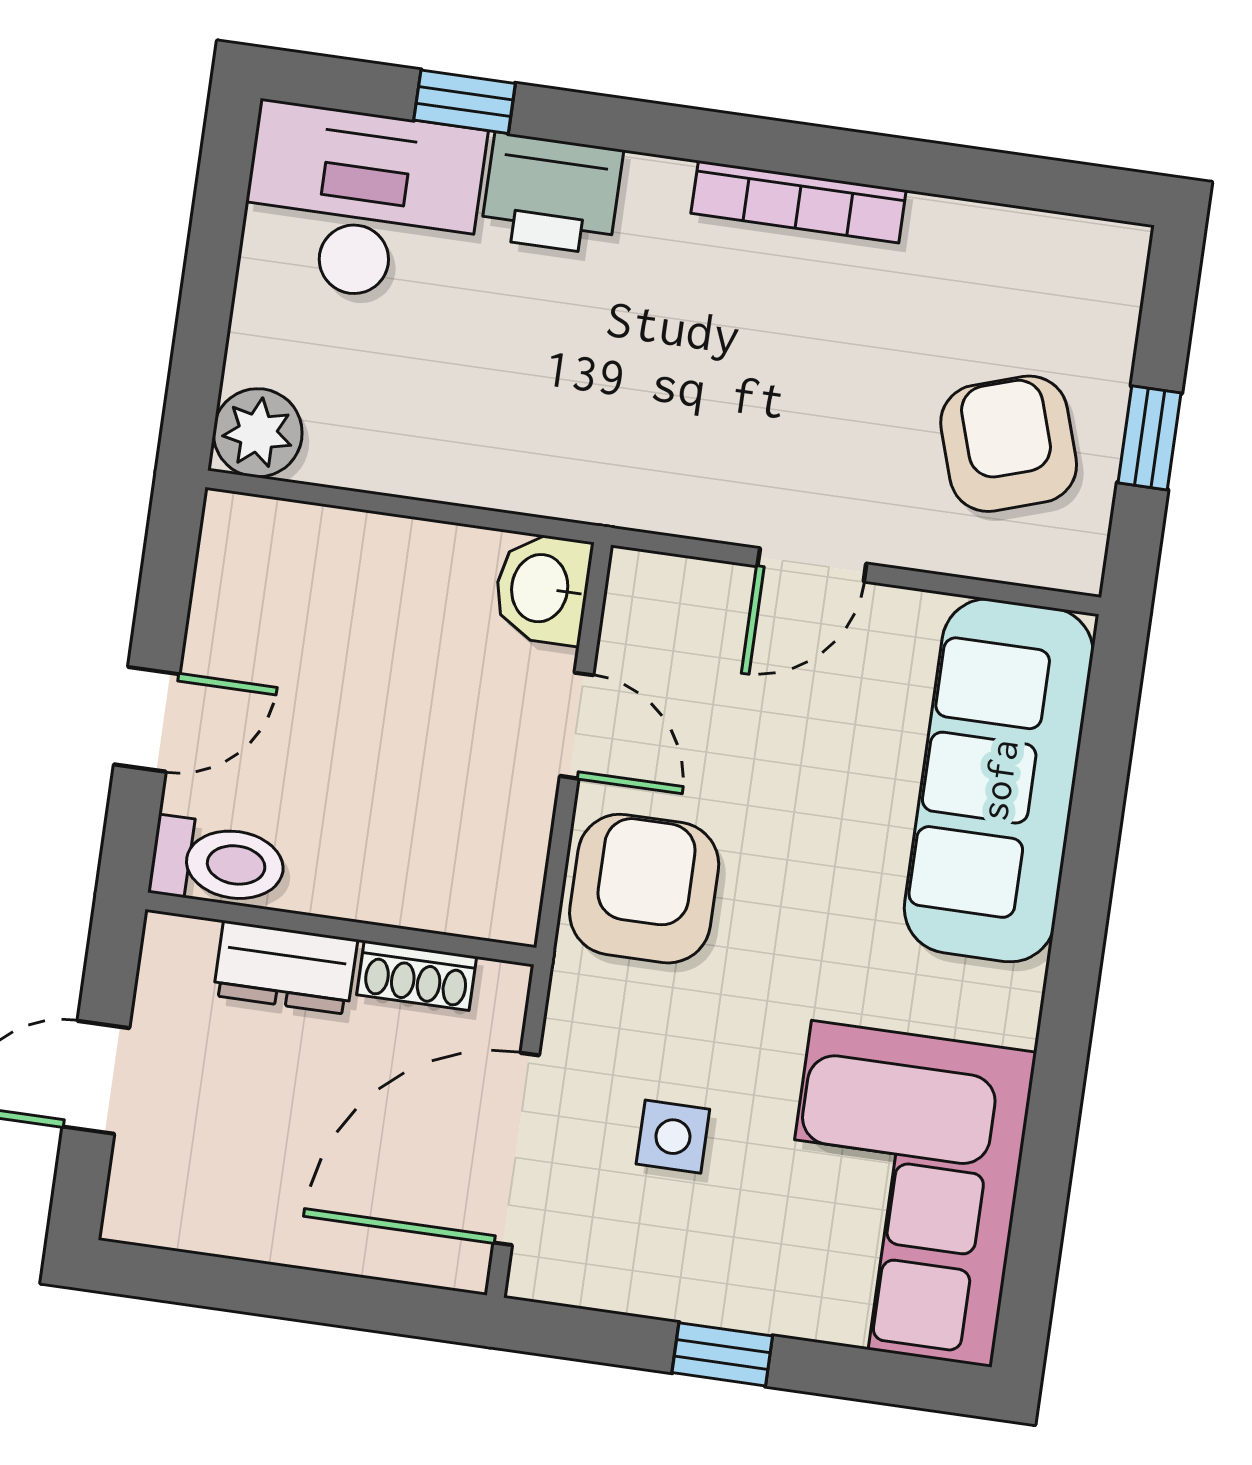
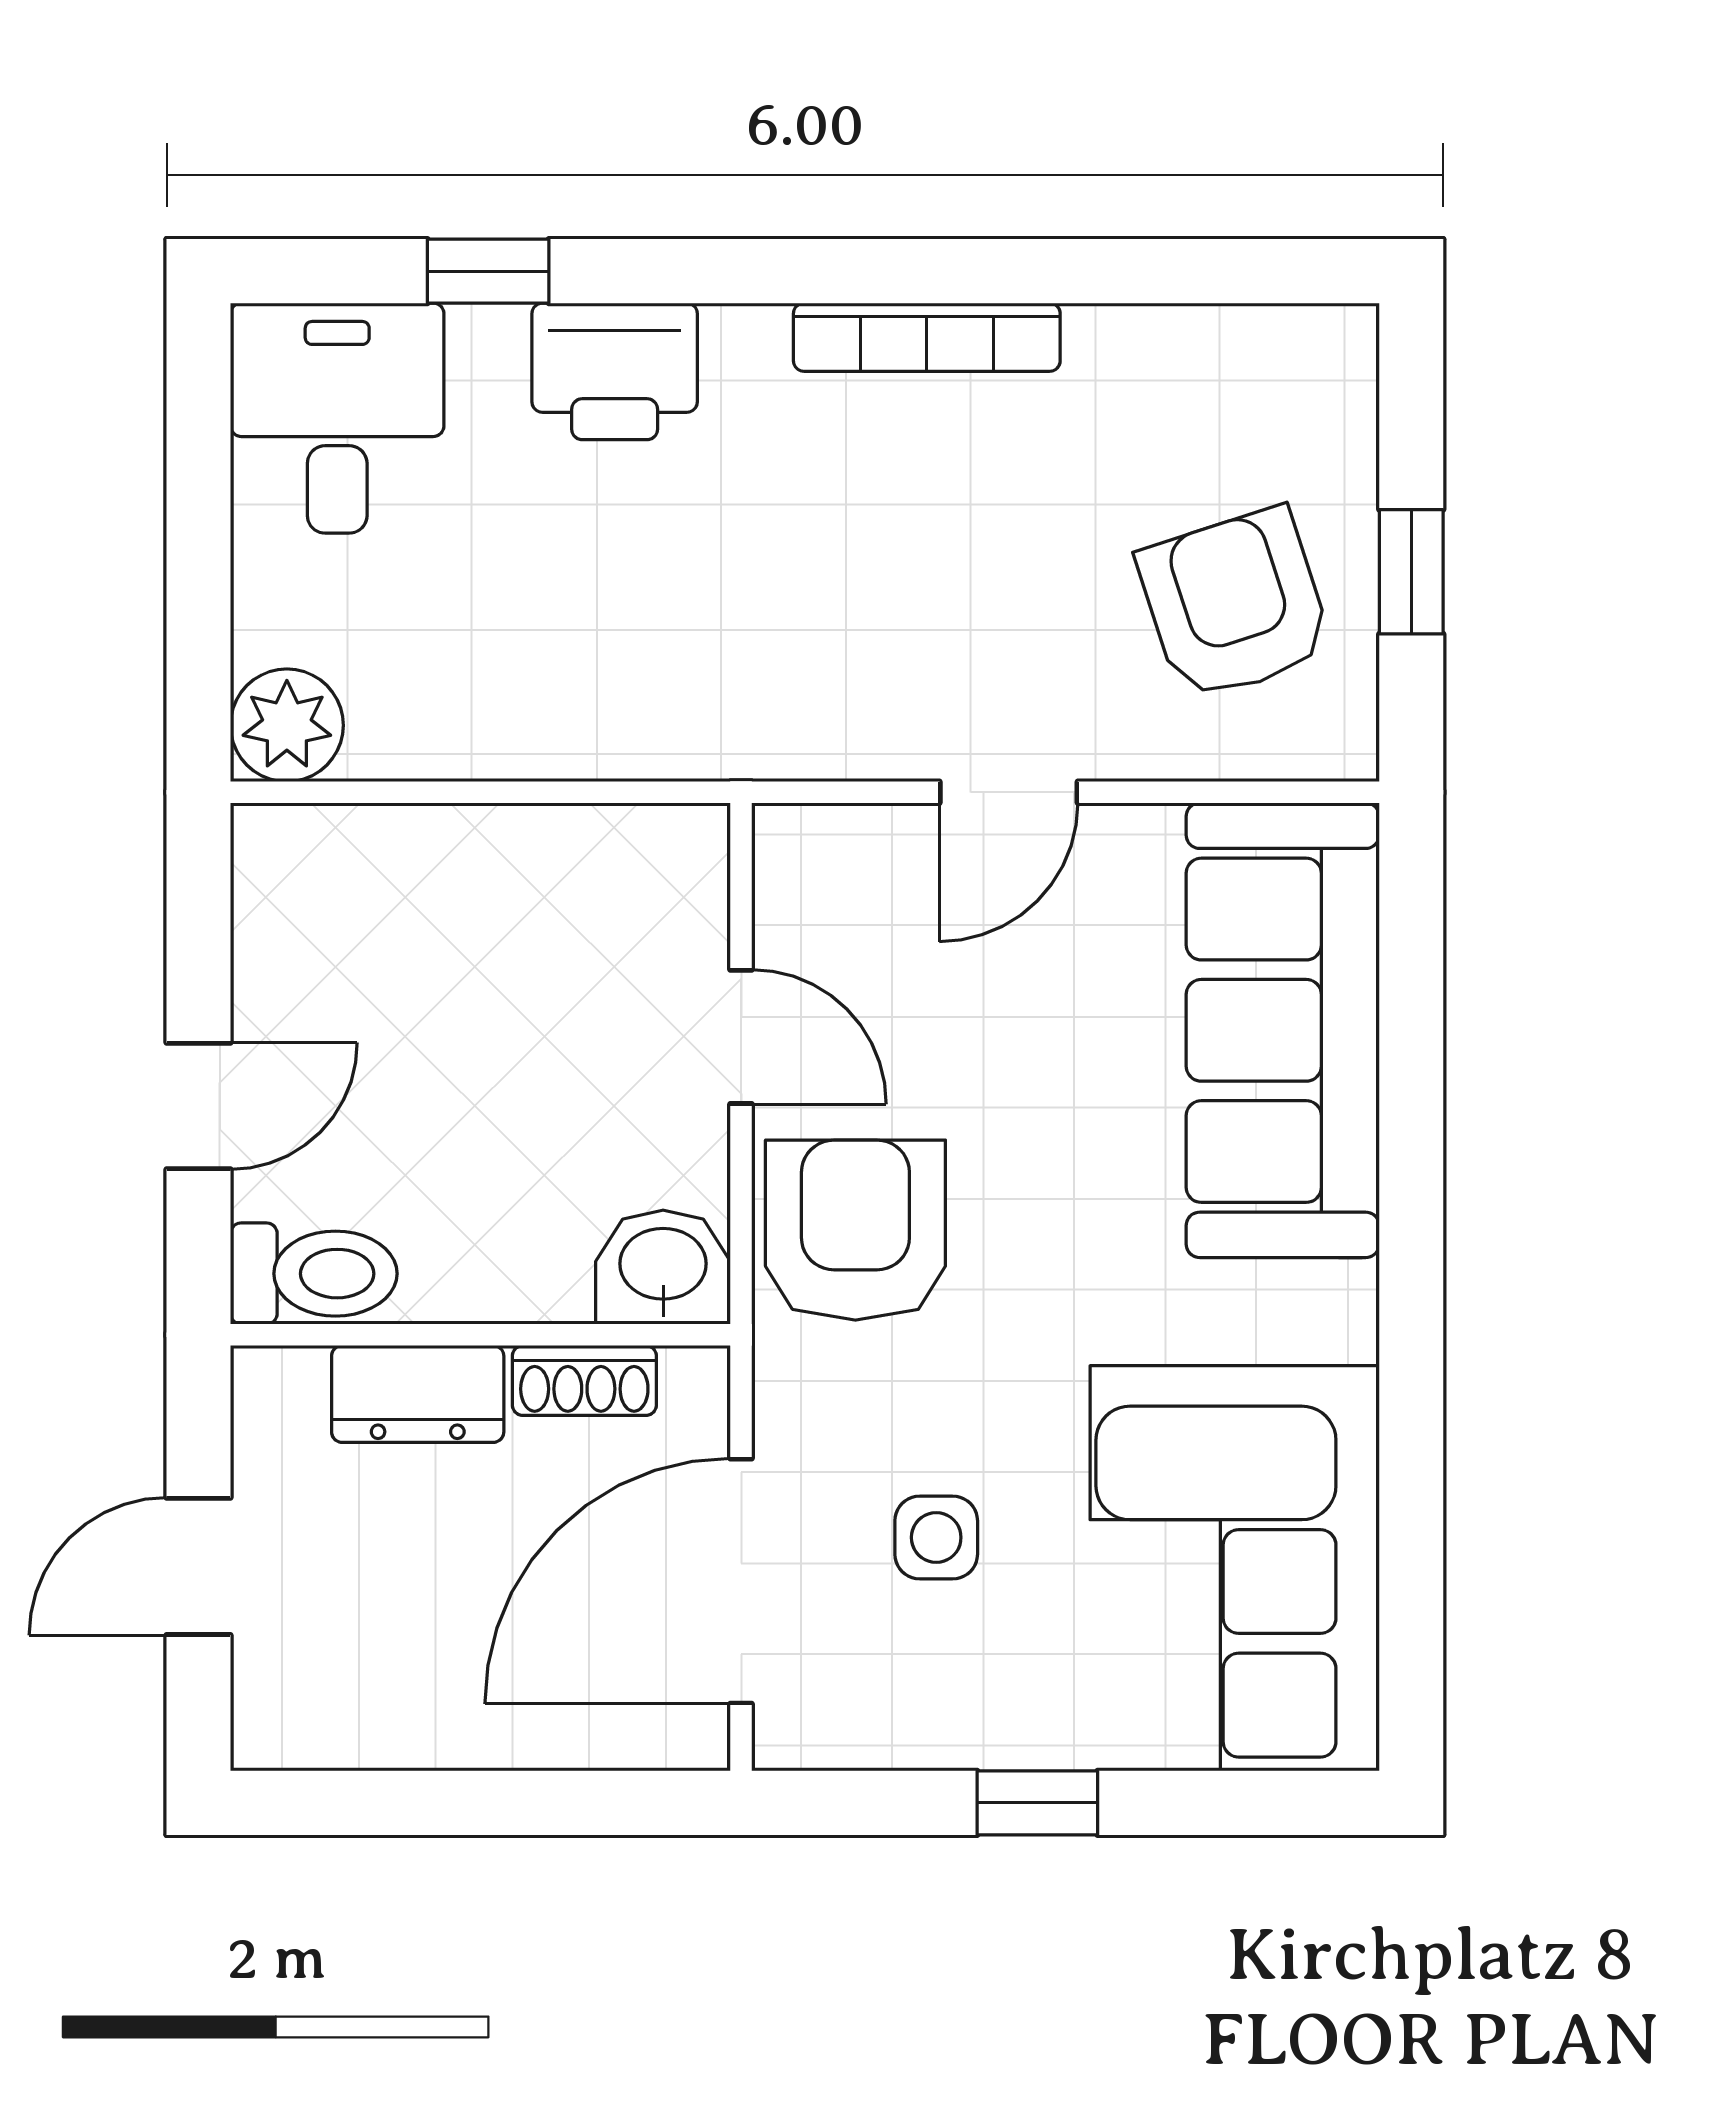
desk: (362, 204) -> (337, 418), width x0.73
washbasin: (542, 589) -> (663, 1267), moved, turned 90

